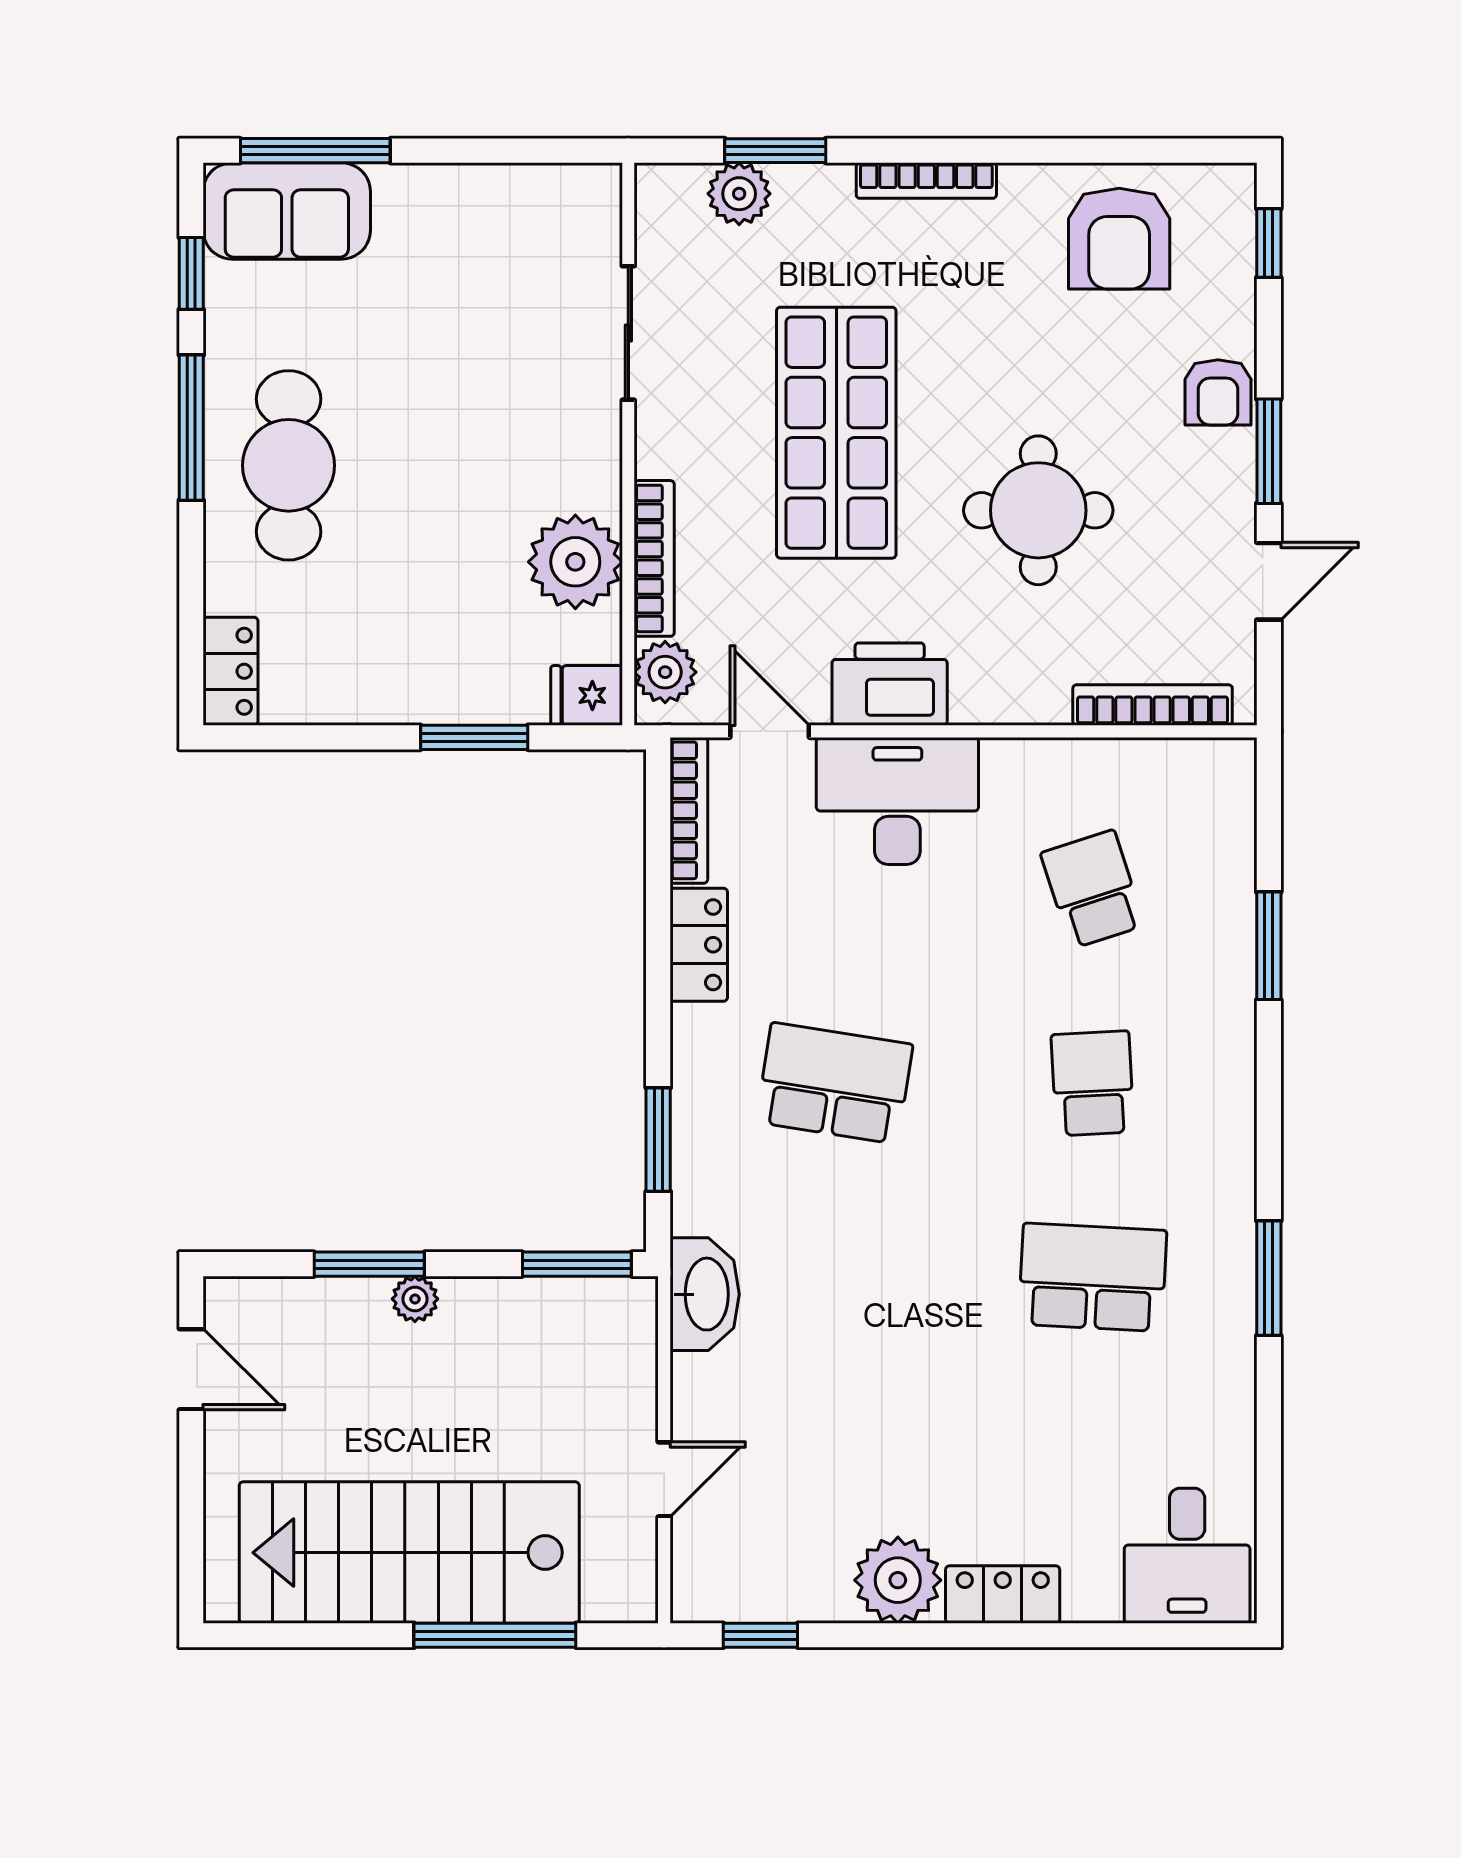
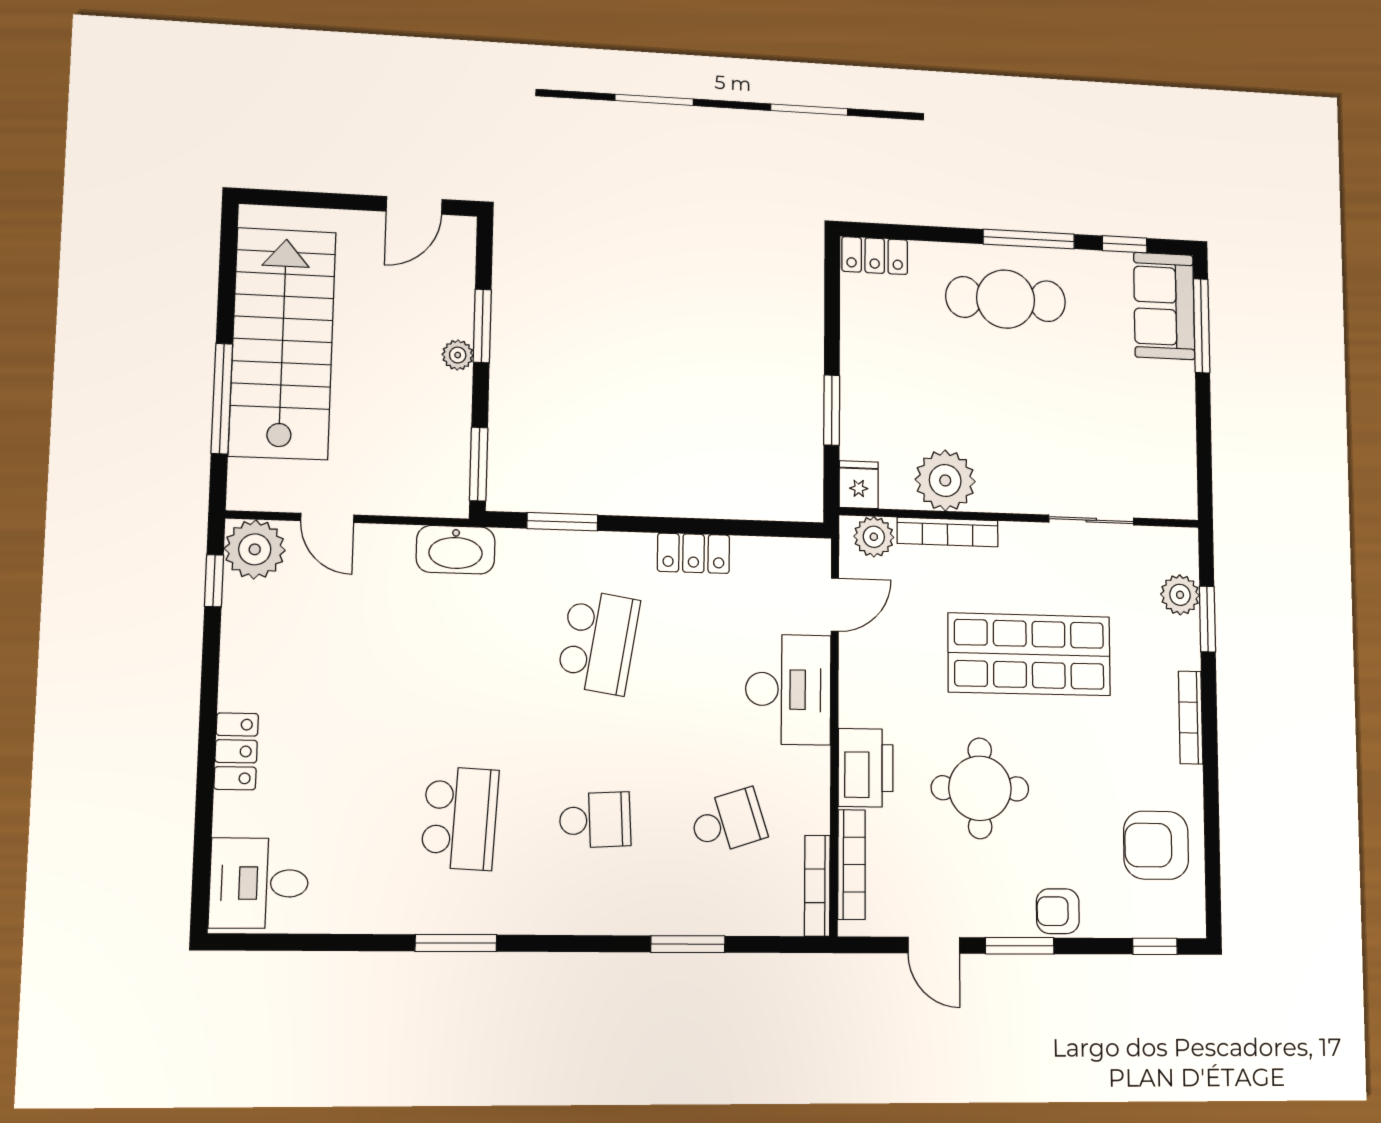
printer: (890, 684) -> (866, 768), moved
bookcase: (689, 810) -> (817, 886), moved, turned 90
plant: (898, 1580) -> (255, 549), moved

